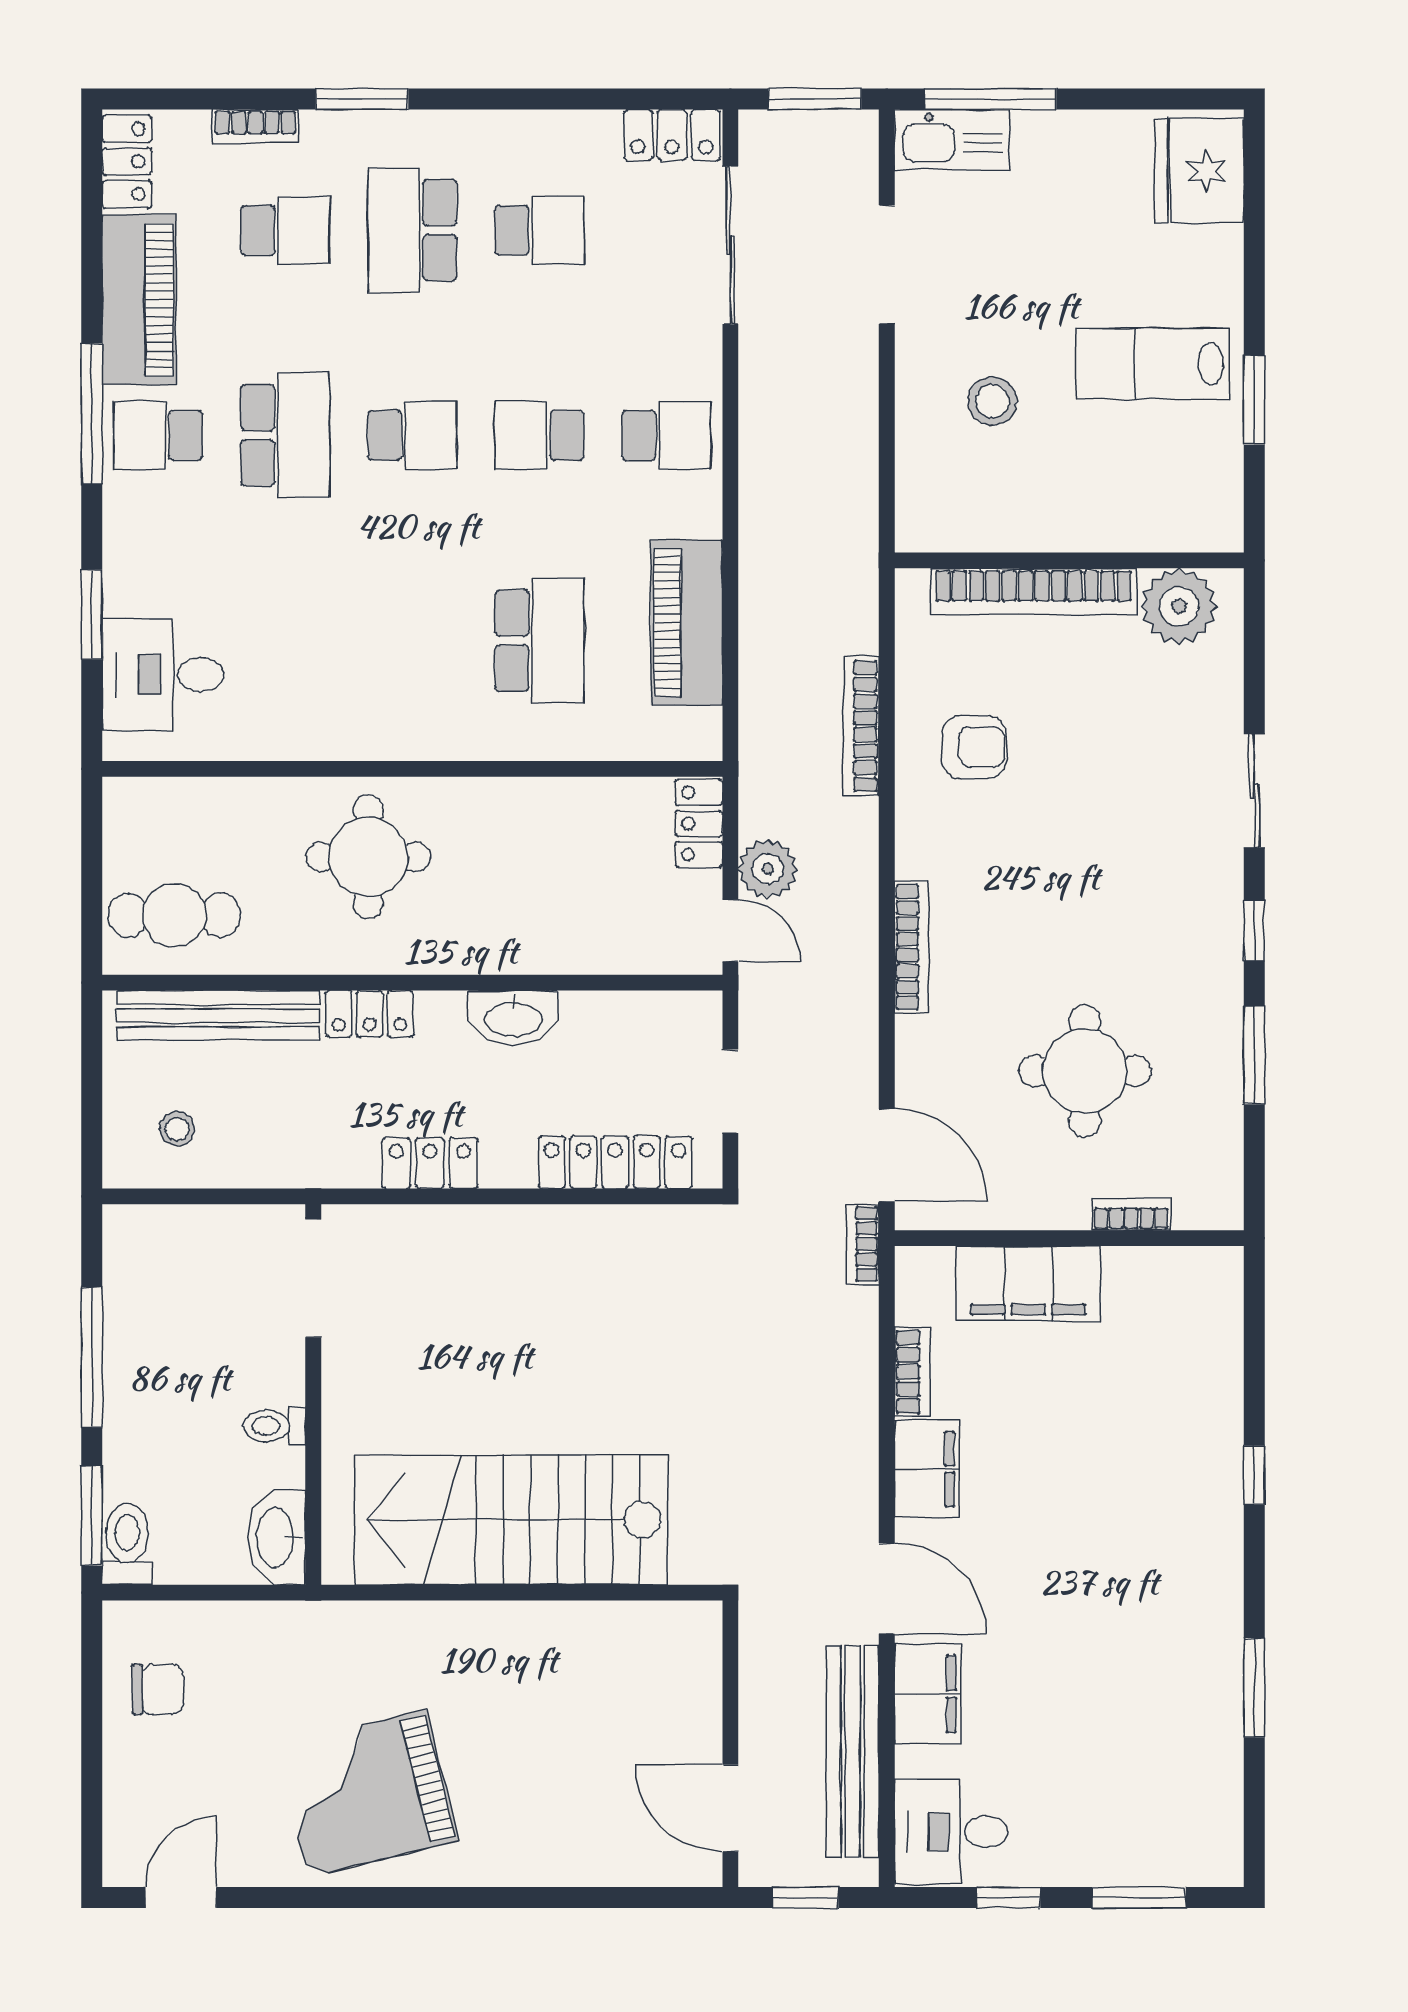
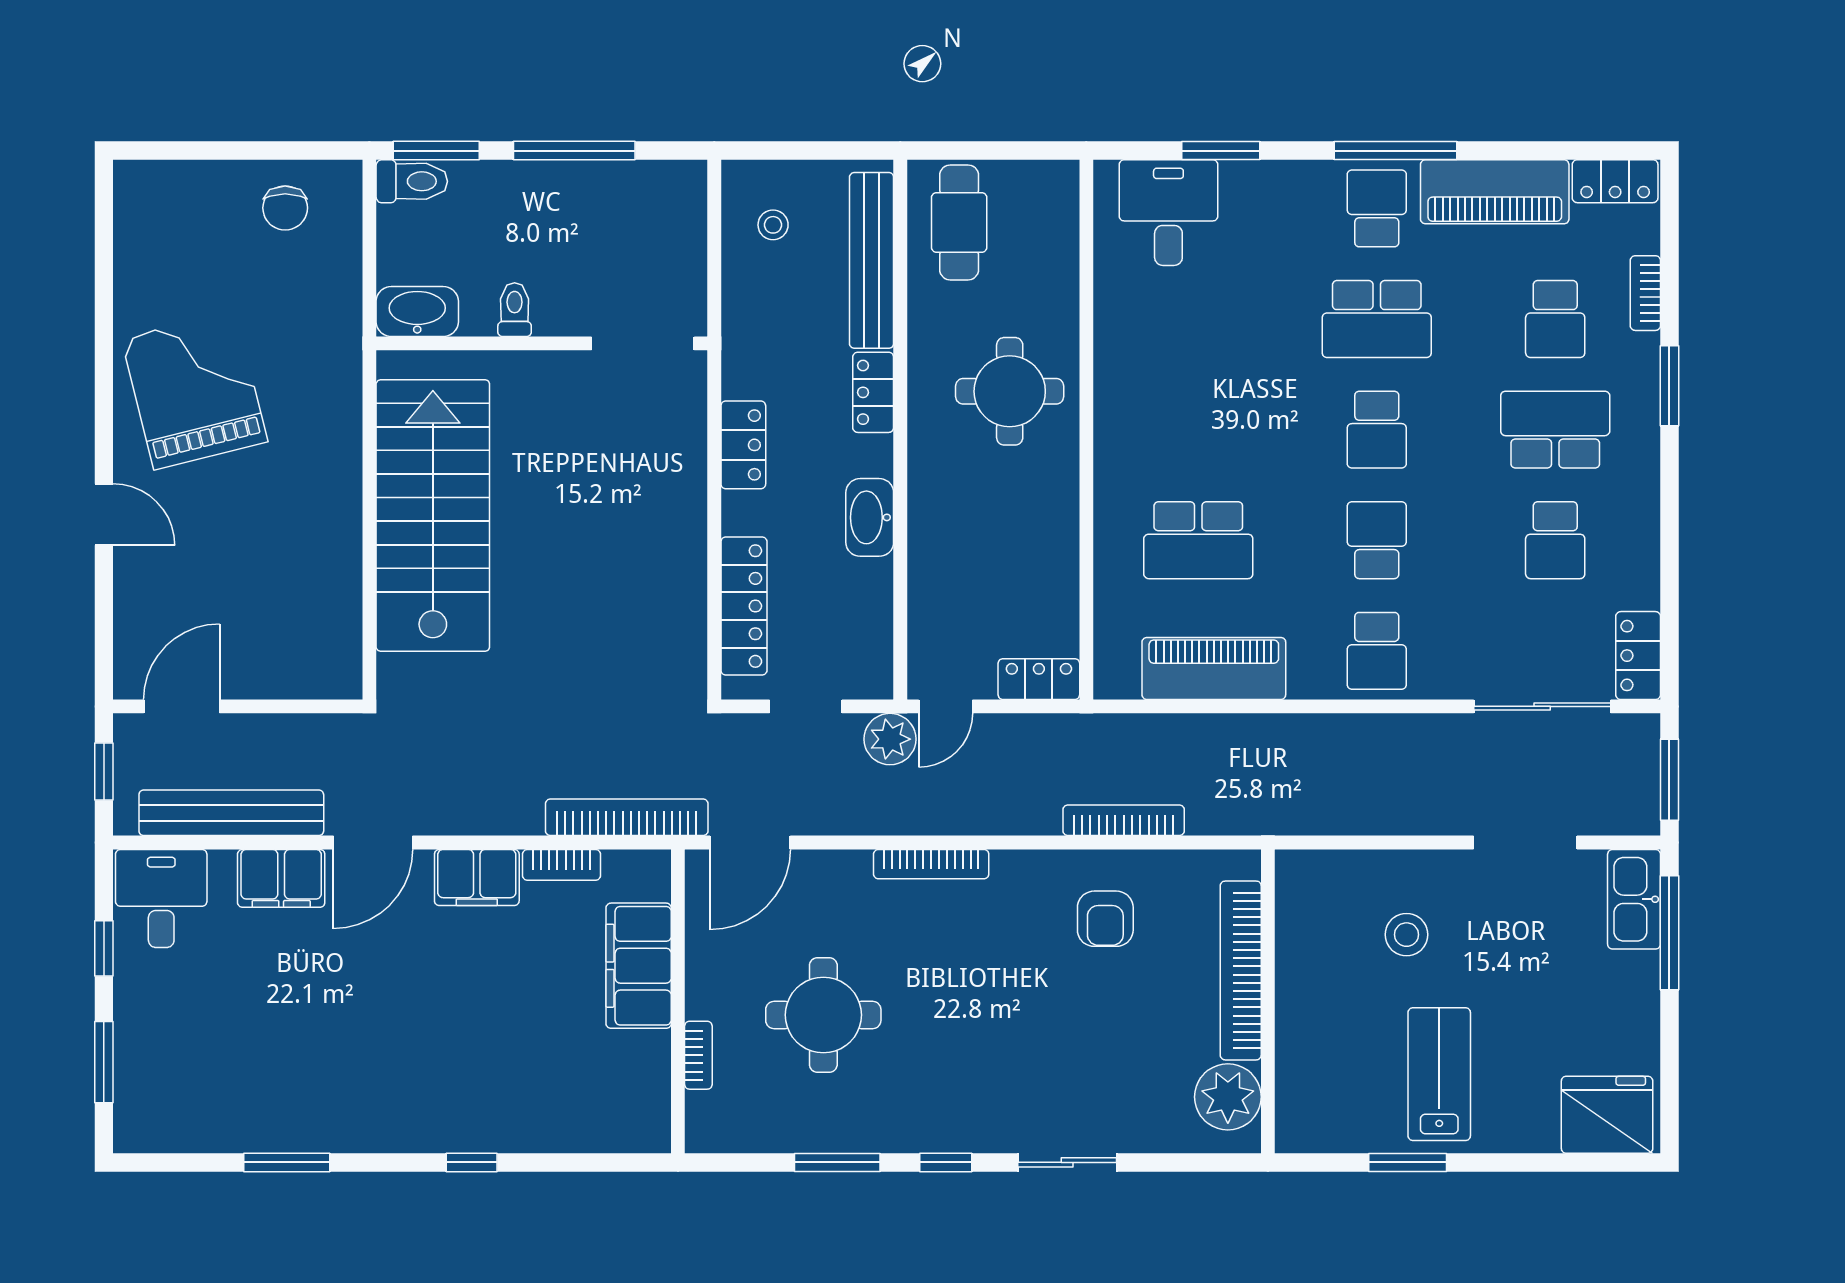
plant: (768, 869) -> (890, 739), moved
bookcase: (863, 1244) -> (627, 817), width x2.31, depth x1.31
door: (181, 1898) -> (104, 515), moved

